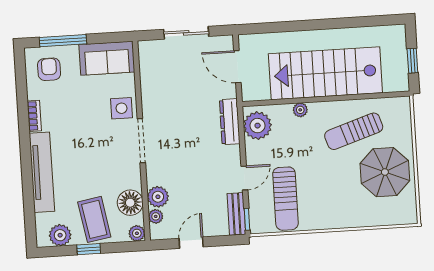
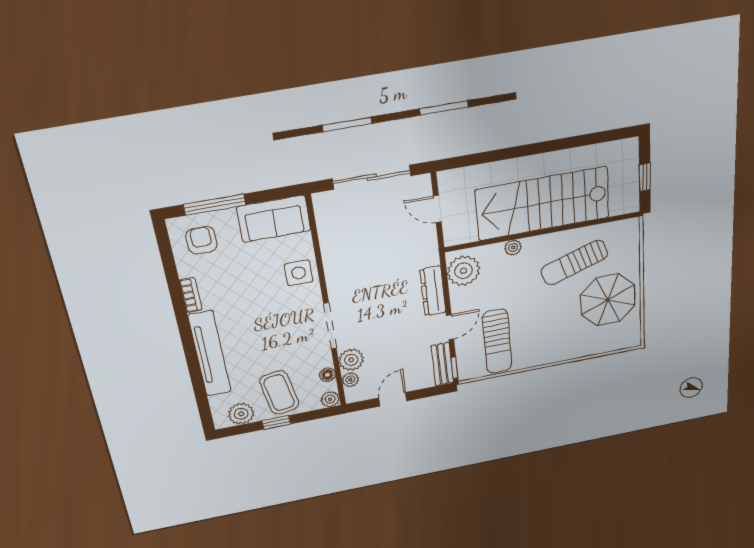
sliding door: (186, 33) -> (372, 177), width x1.37
door: (237, 67) -> (437, 209), width x0.73
dresser: (230, 122) -> (433, 291), moved
doorway: (141, 141) -> (330, 326), moved
floor lamp: (130, 203) -> (327, 375), width x0.53, depth x0.53

